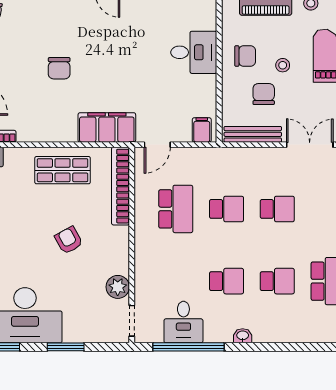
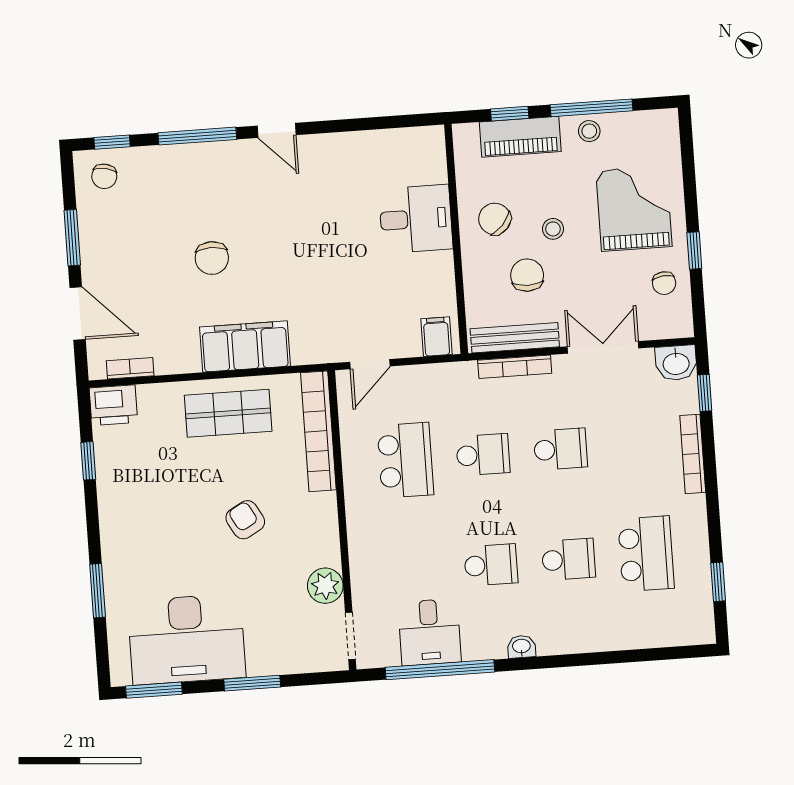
chair: (245, 56) -> (495, 219), turned -138
filing cabinet: (107, 127) -> (245, 347), moved
bookcase: (251, 153) -> (515, 367), added

